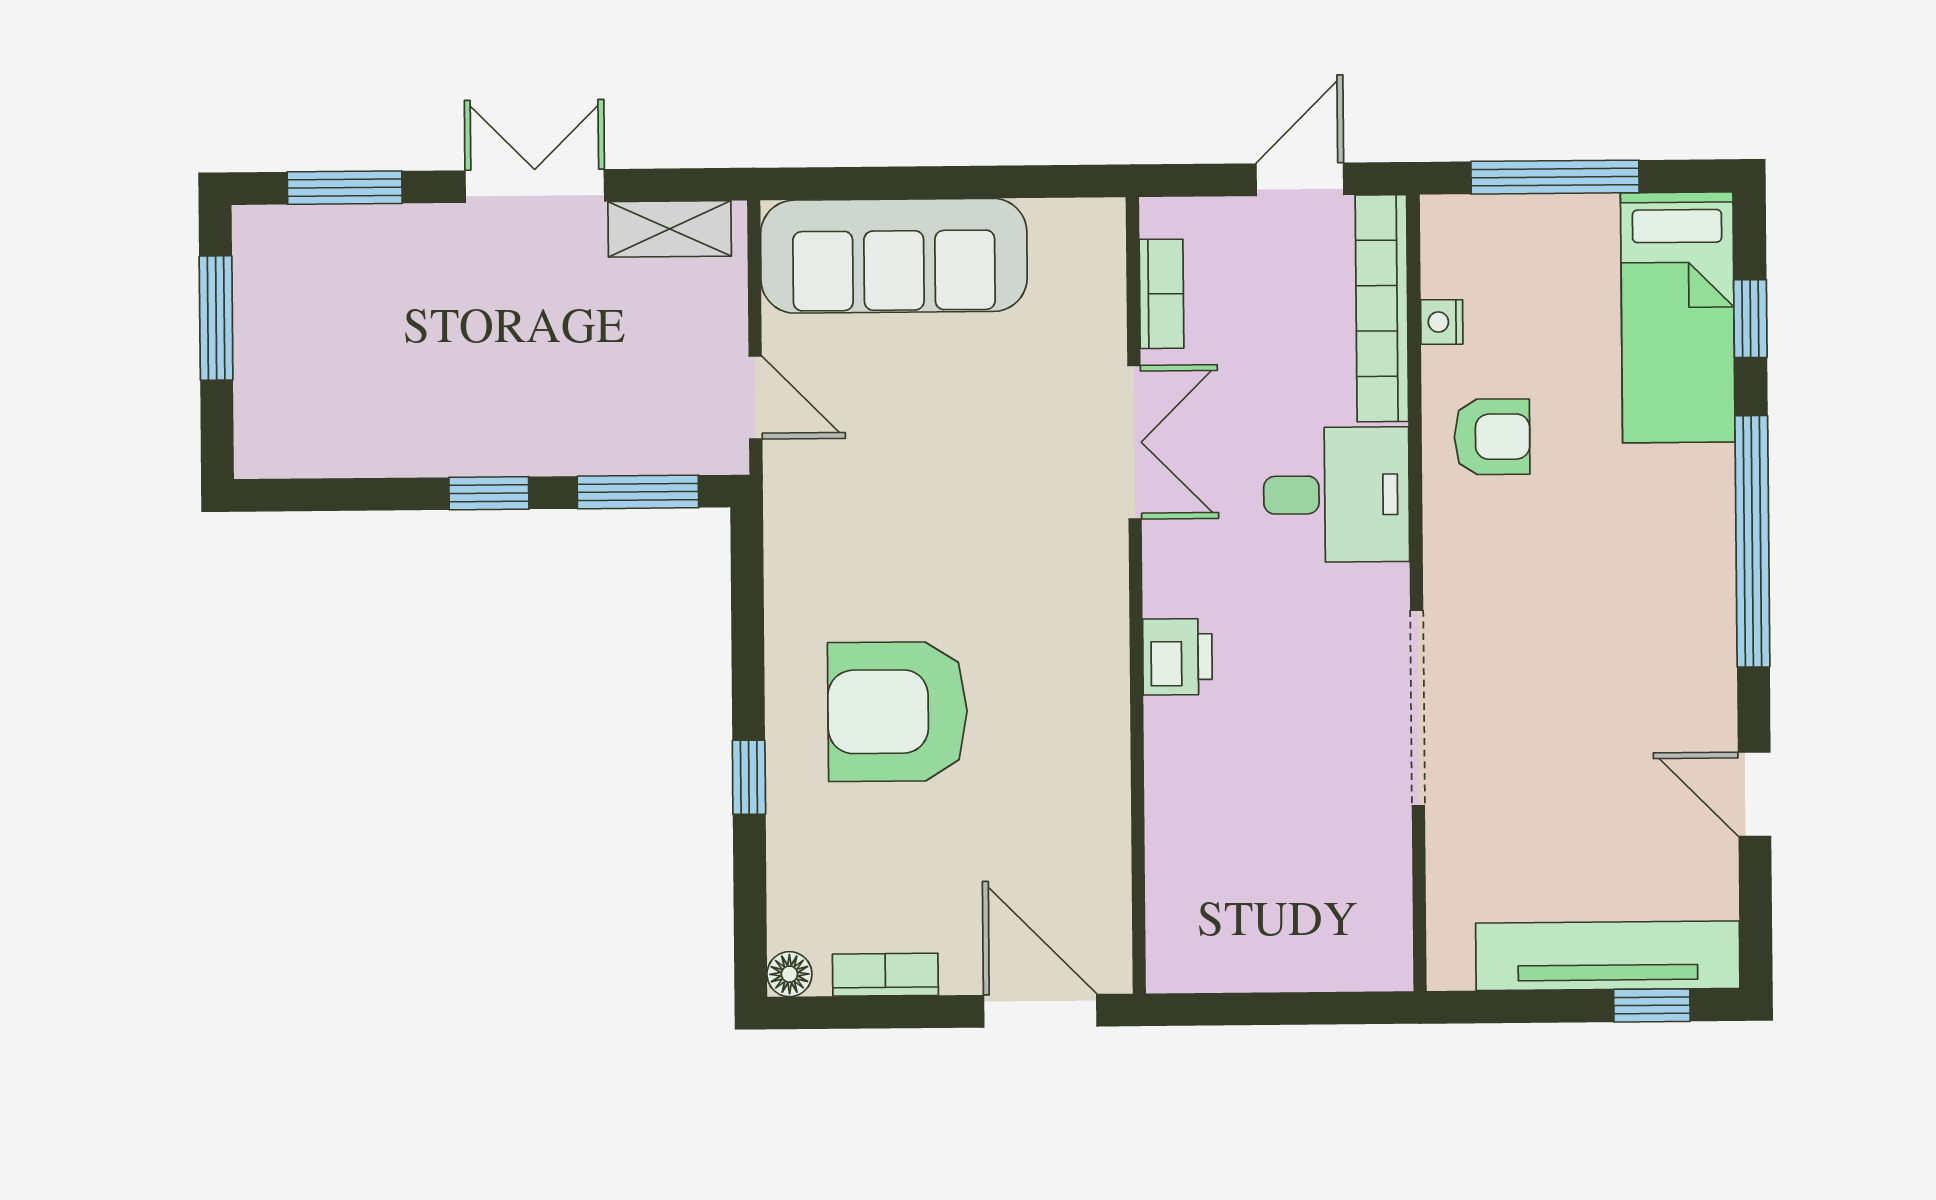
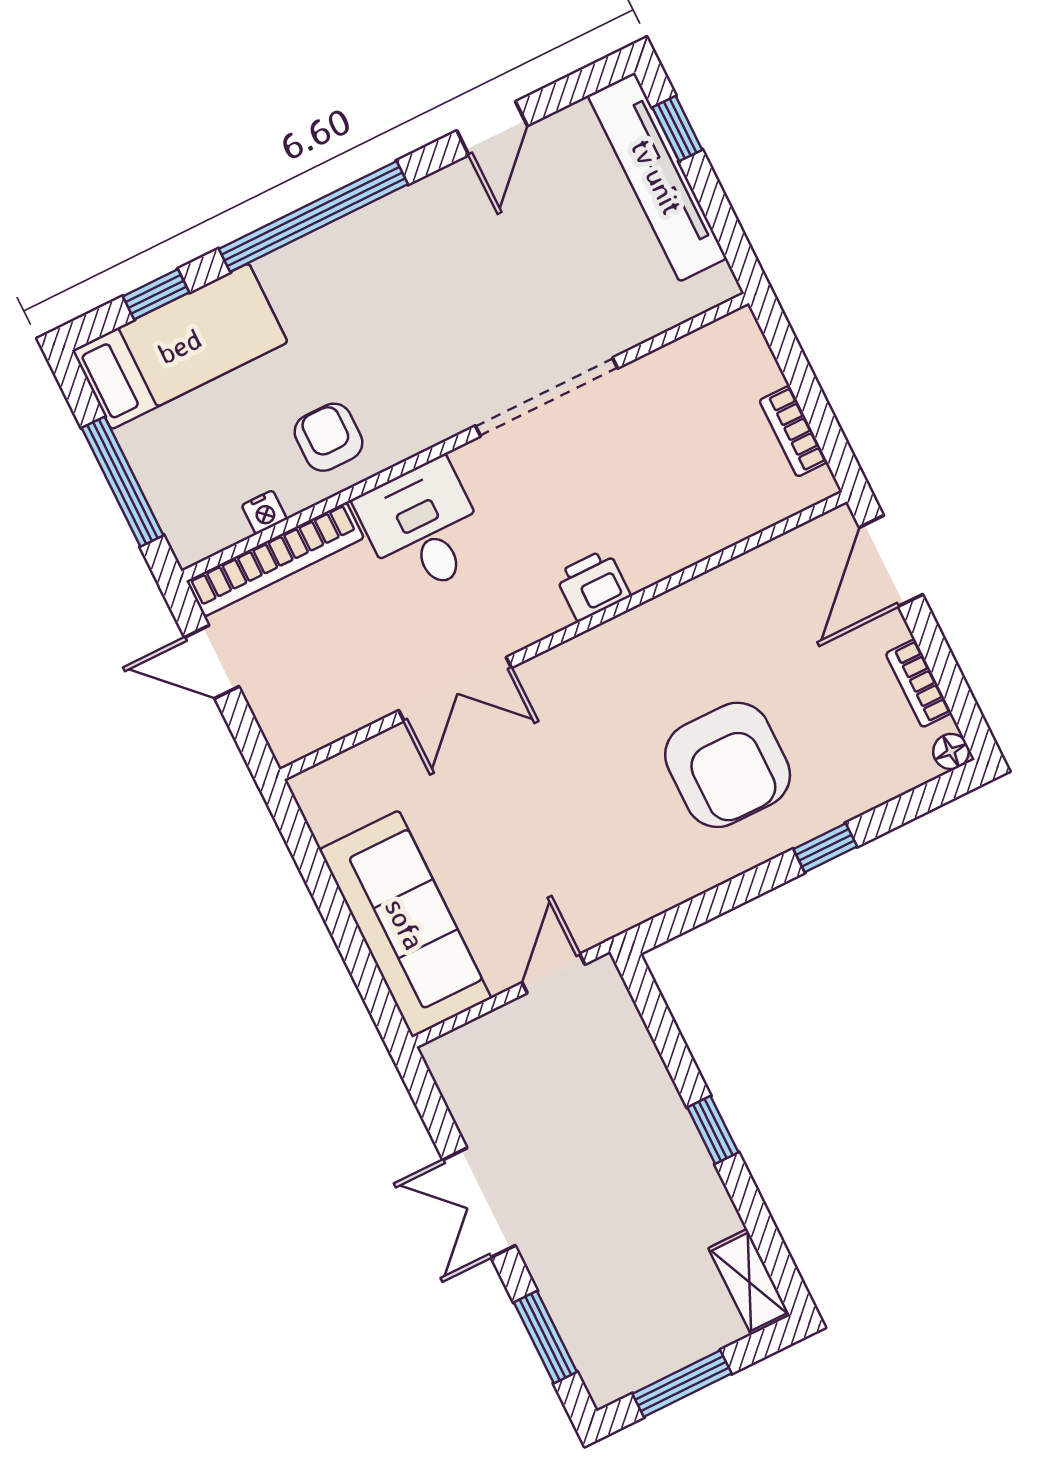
shelving: (670, 229) -> (749, 1282), moved
bookcase: (1162, 294) -> (793, 431), moved, turned -90
double door: (1134, 442) -> (455, 689), swing flipped
window: (638, 492) -> (661, 1024), removed

